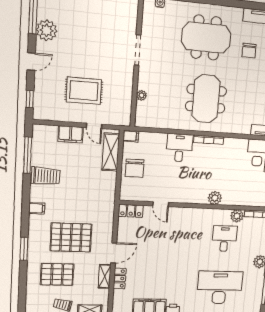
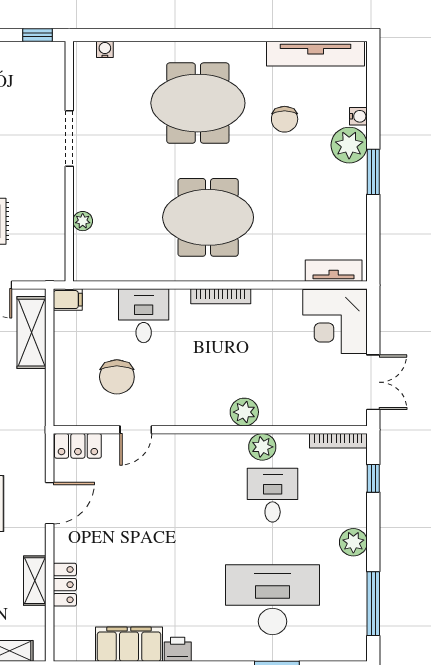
meeting table: (206, 99) -> (208, 217), turned 90
desk: (179, 148) -> (144, 316), moved
chair: (135, 168) -> (117, 377), moved
door: (161, 204) -> (136, 430), hinge flipped
plant: (237, 216) -> (262, 447), moved
door: (114, 253) -> (50, 503), moved

